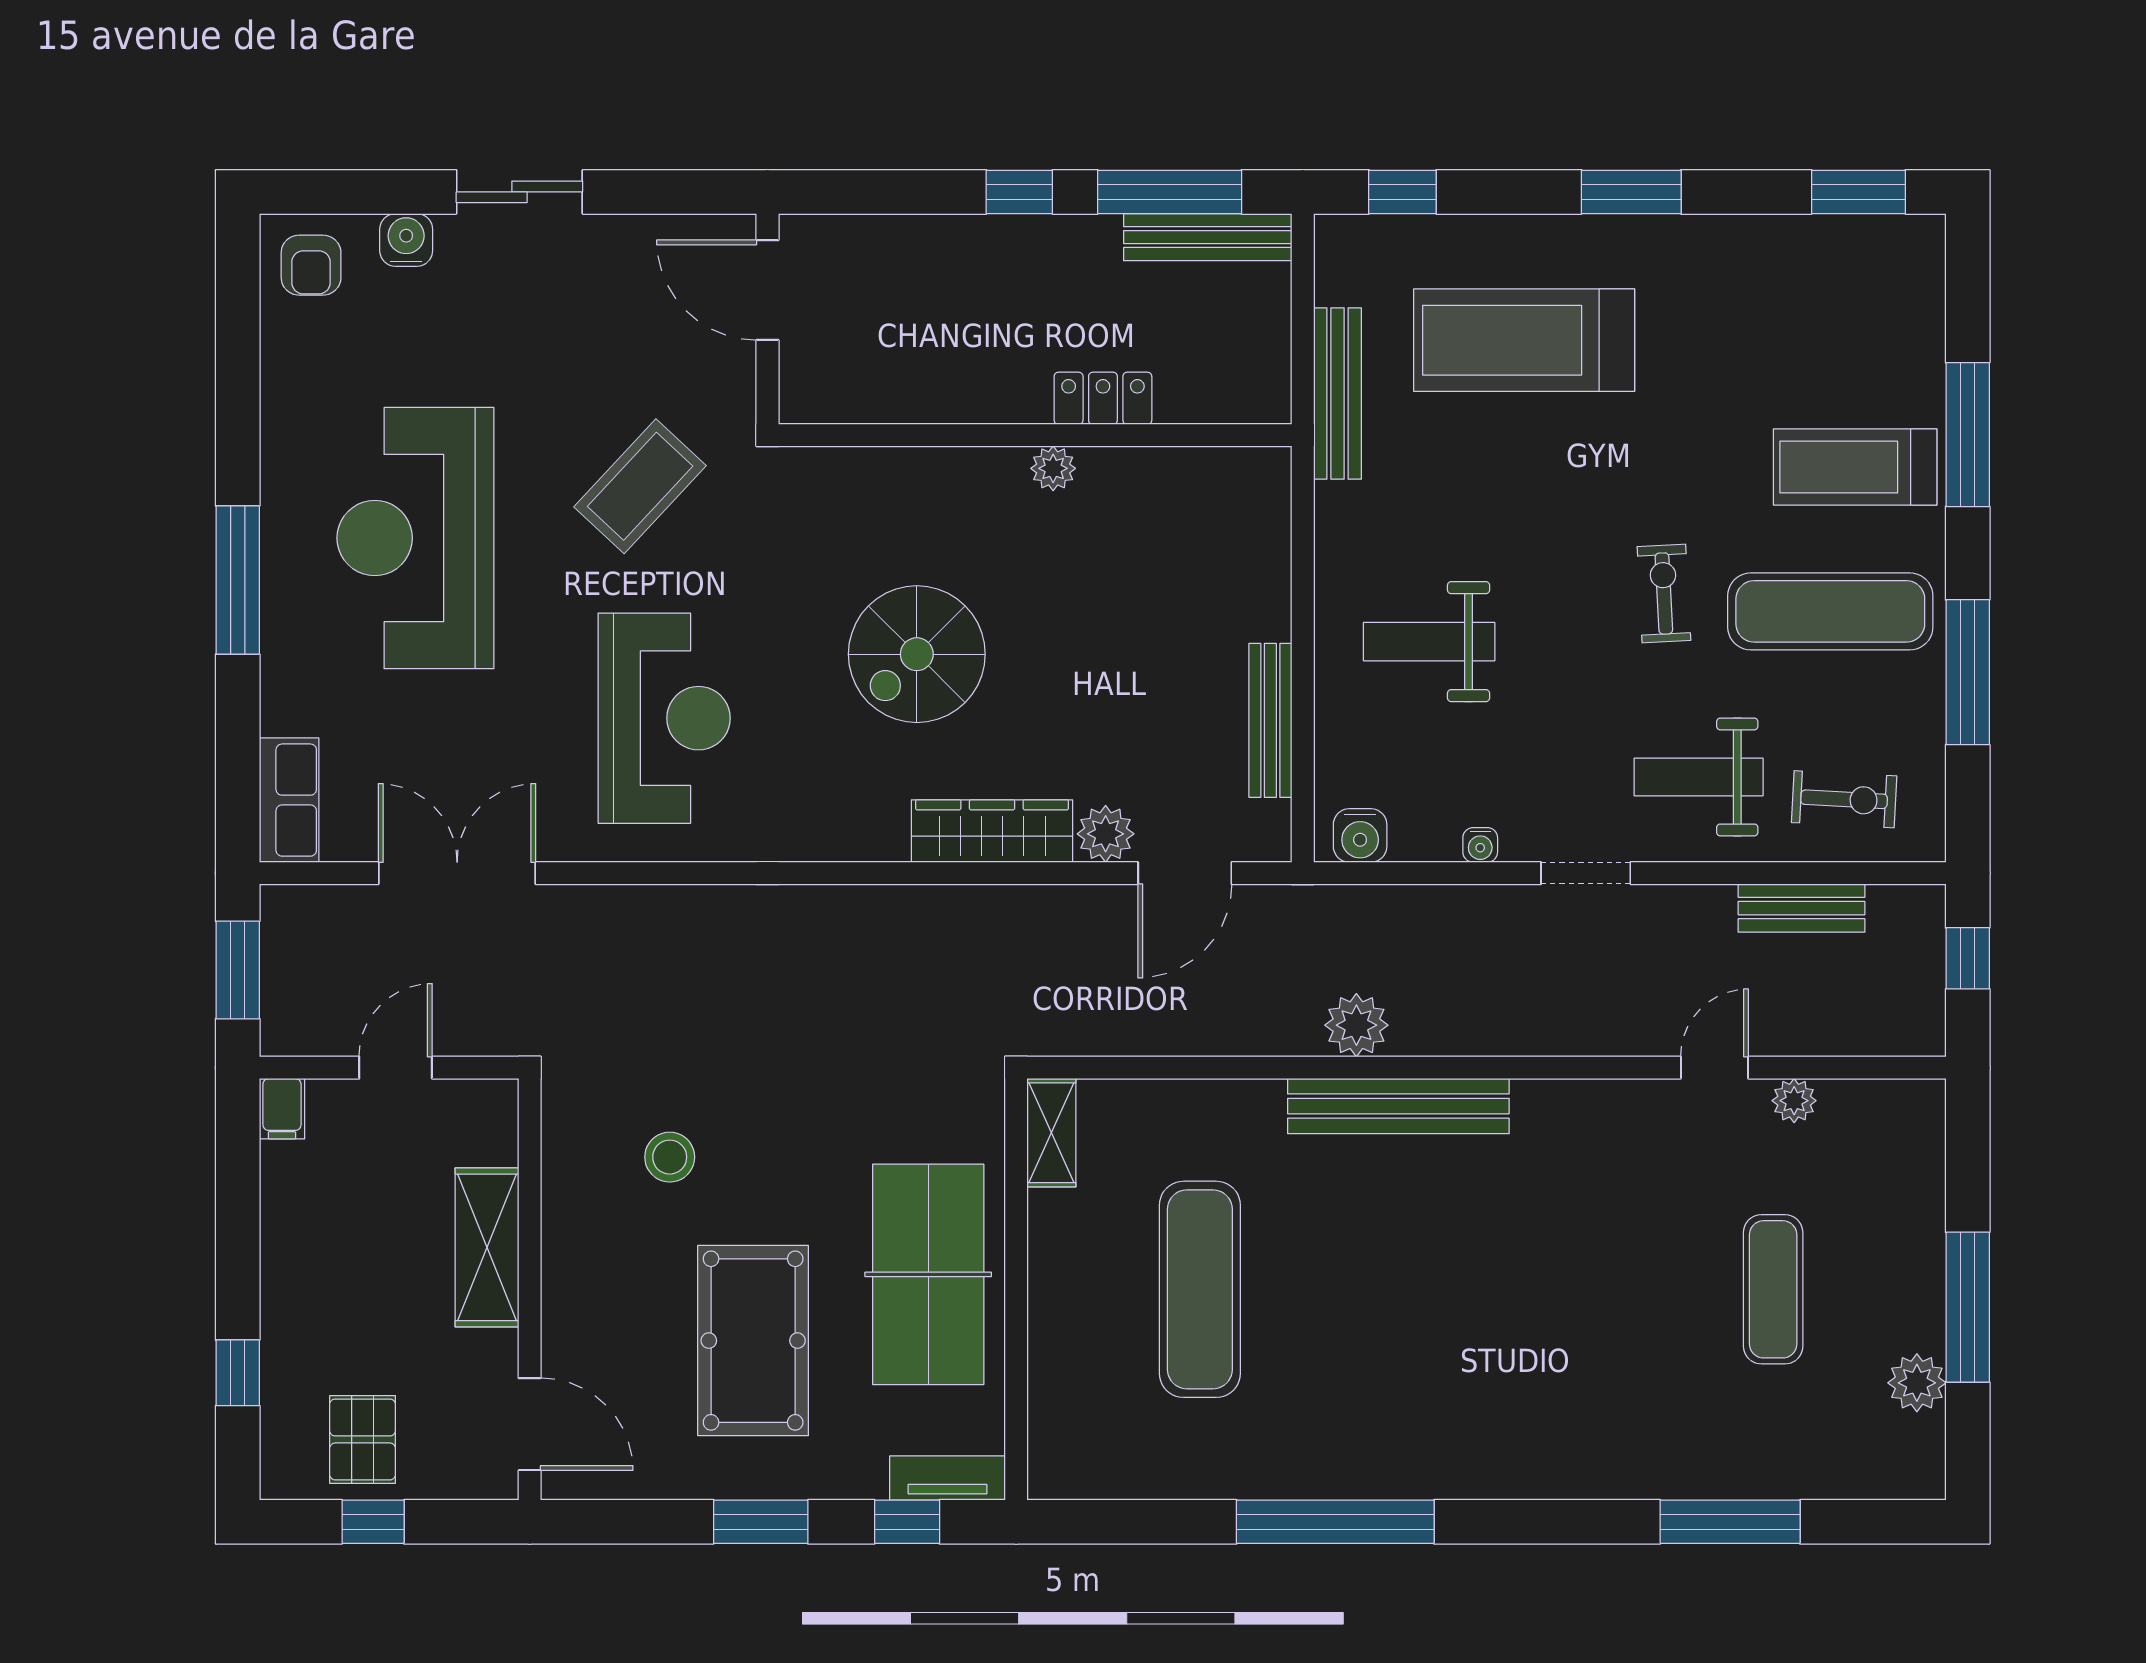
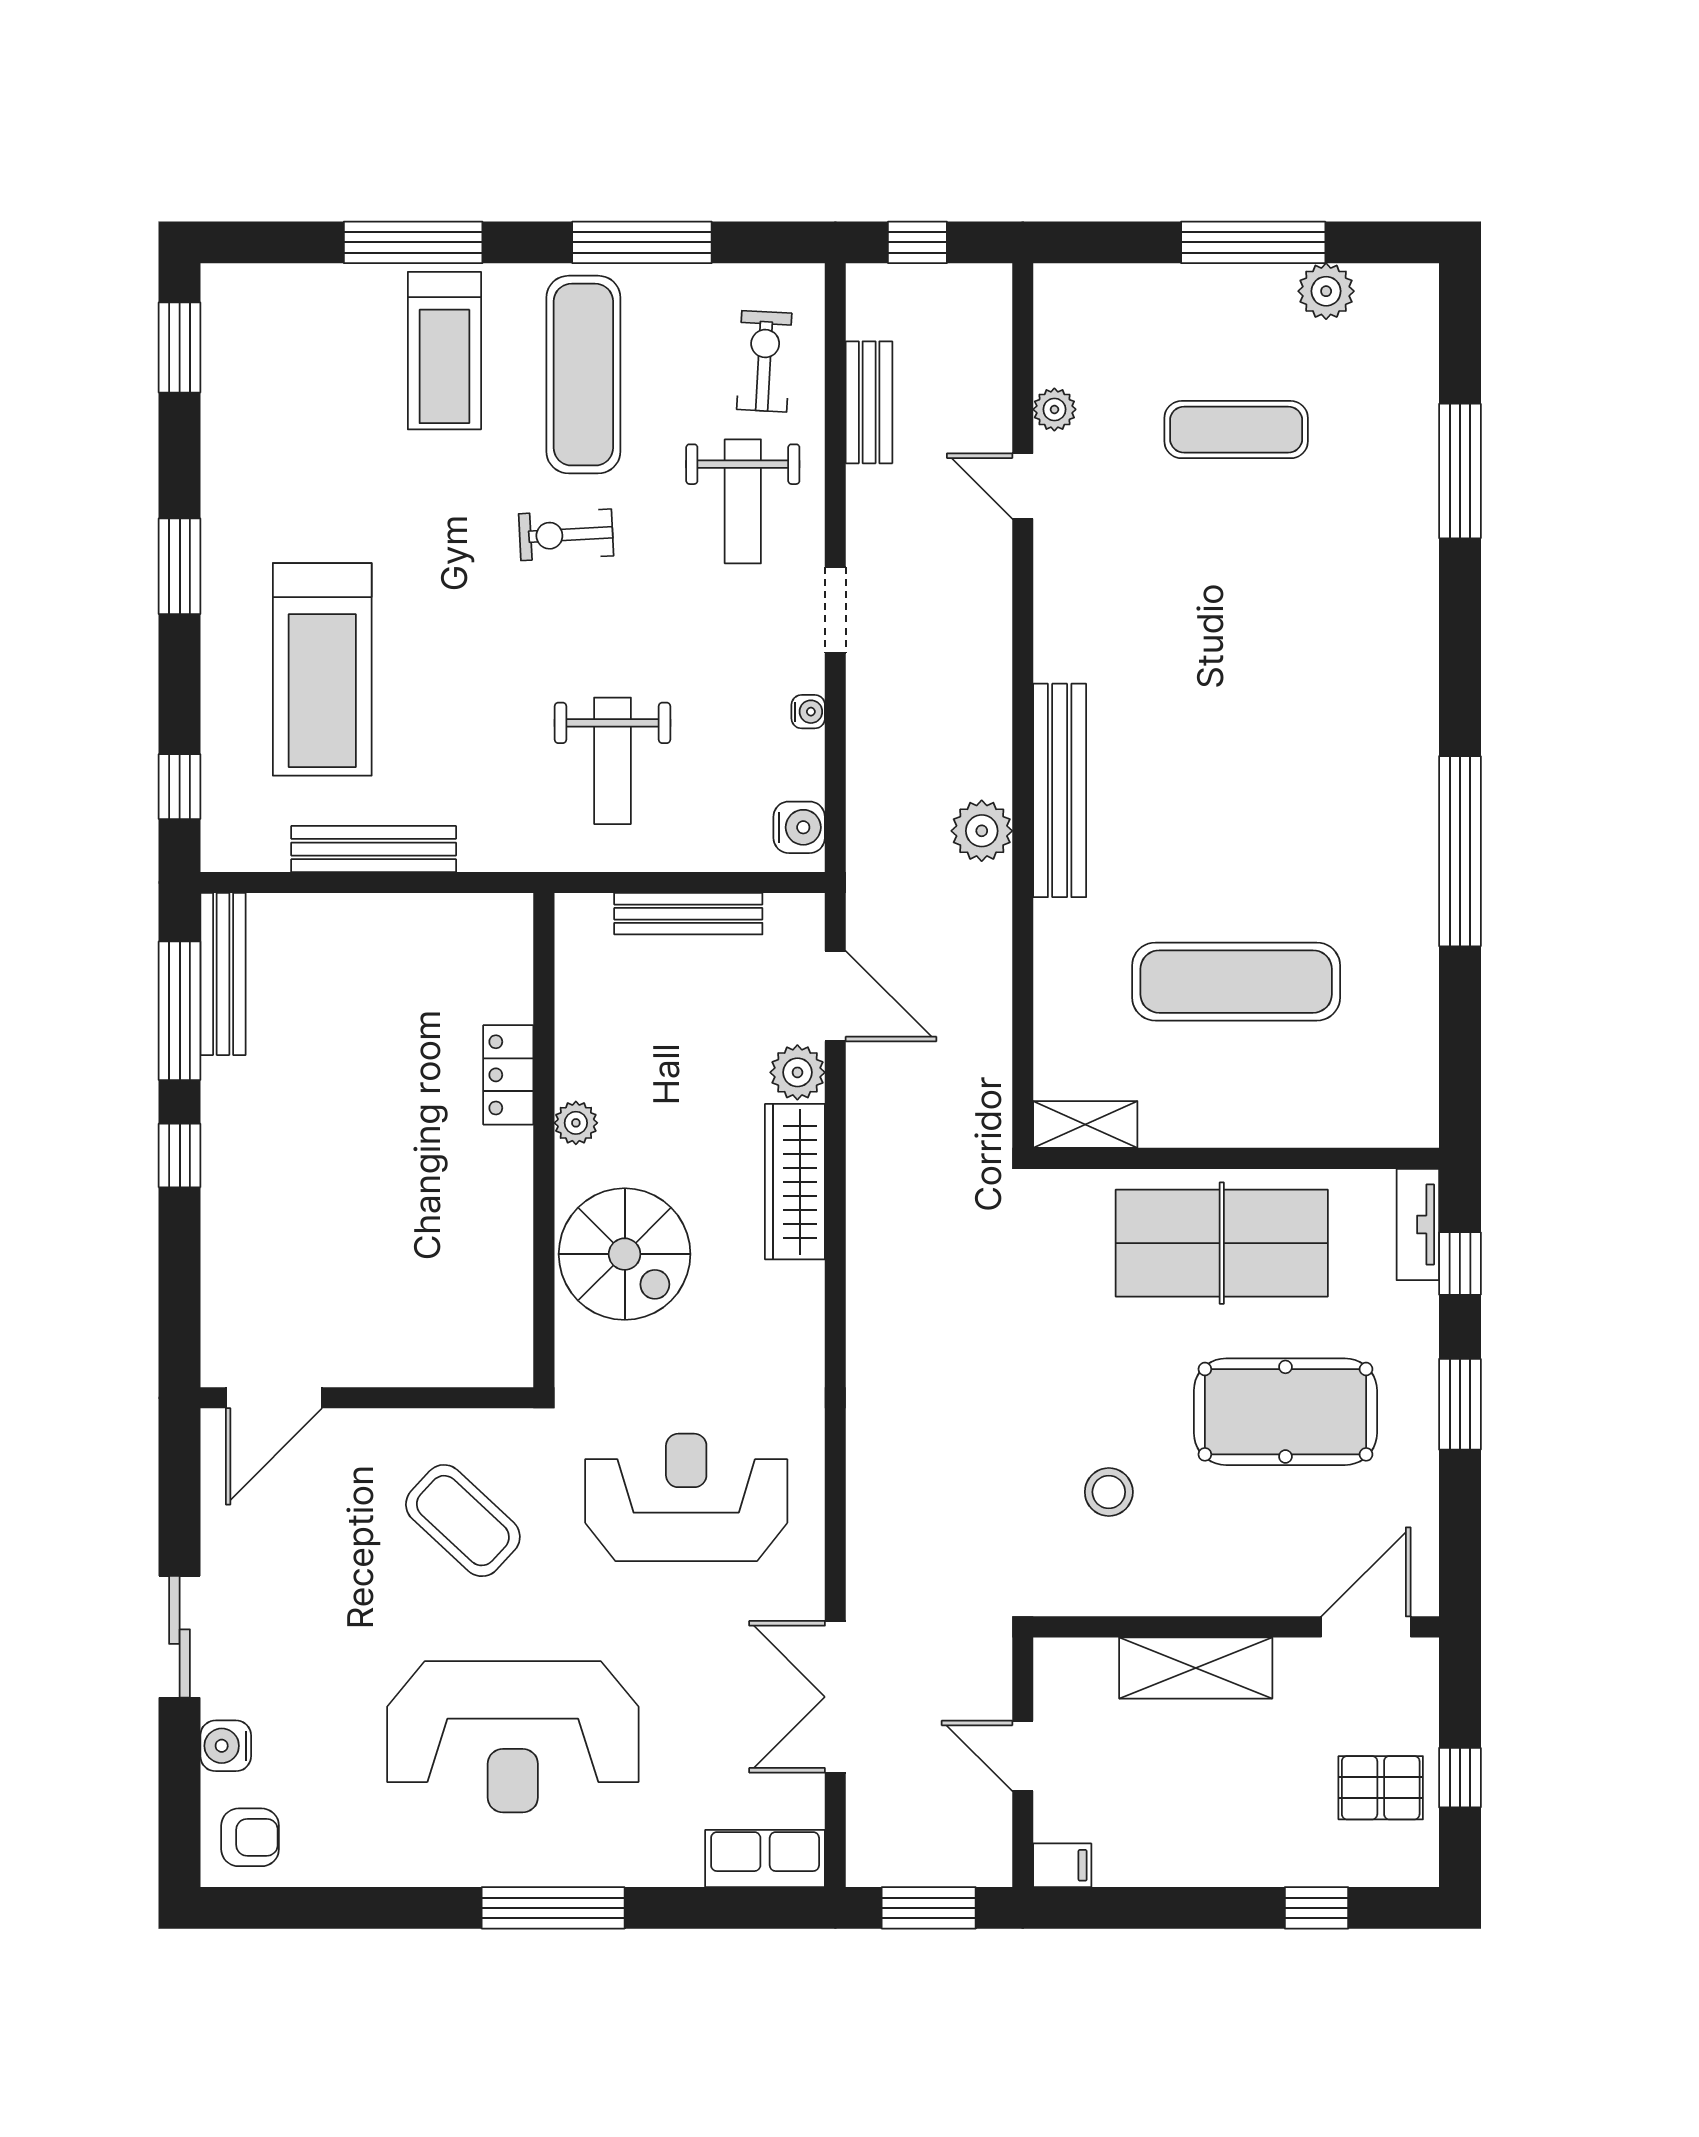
locker: (1103, 398) -> (508, 1075), moved
wall: (1035, 435) -> (544, 1140), moved
plant: (1053, 468) -> (576, 1123), moved

